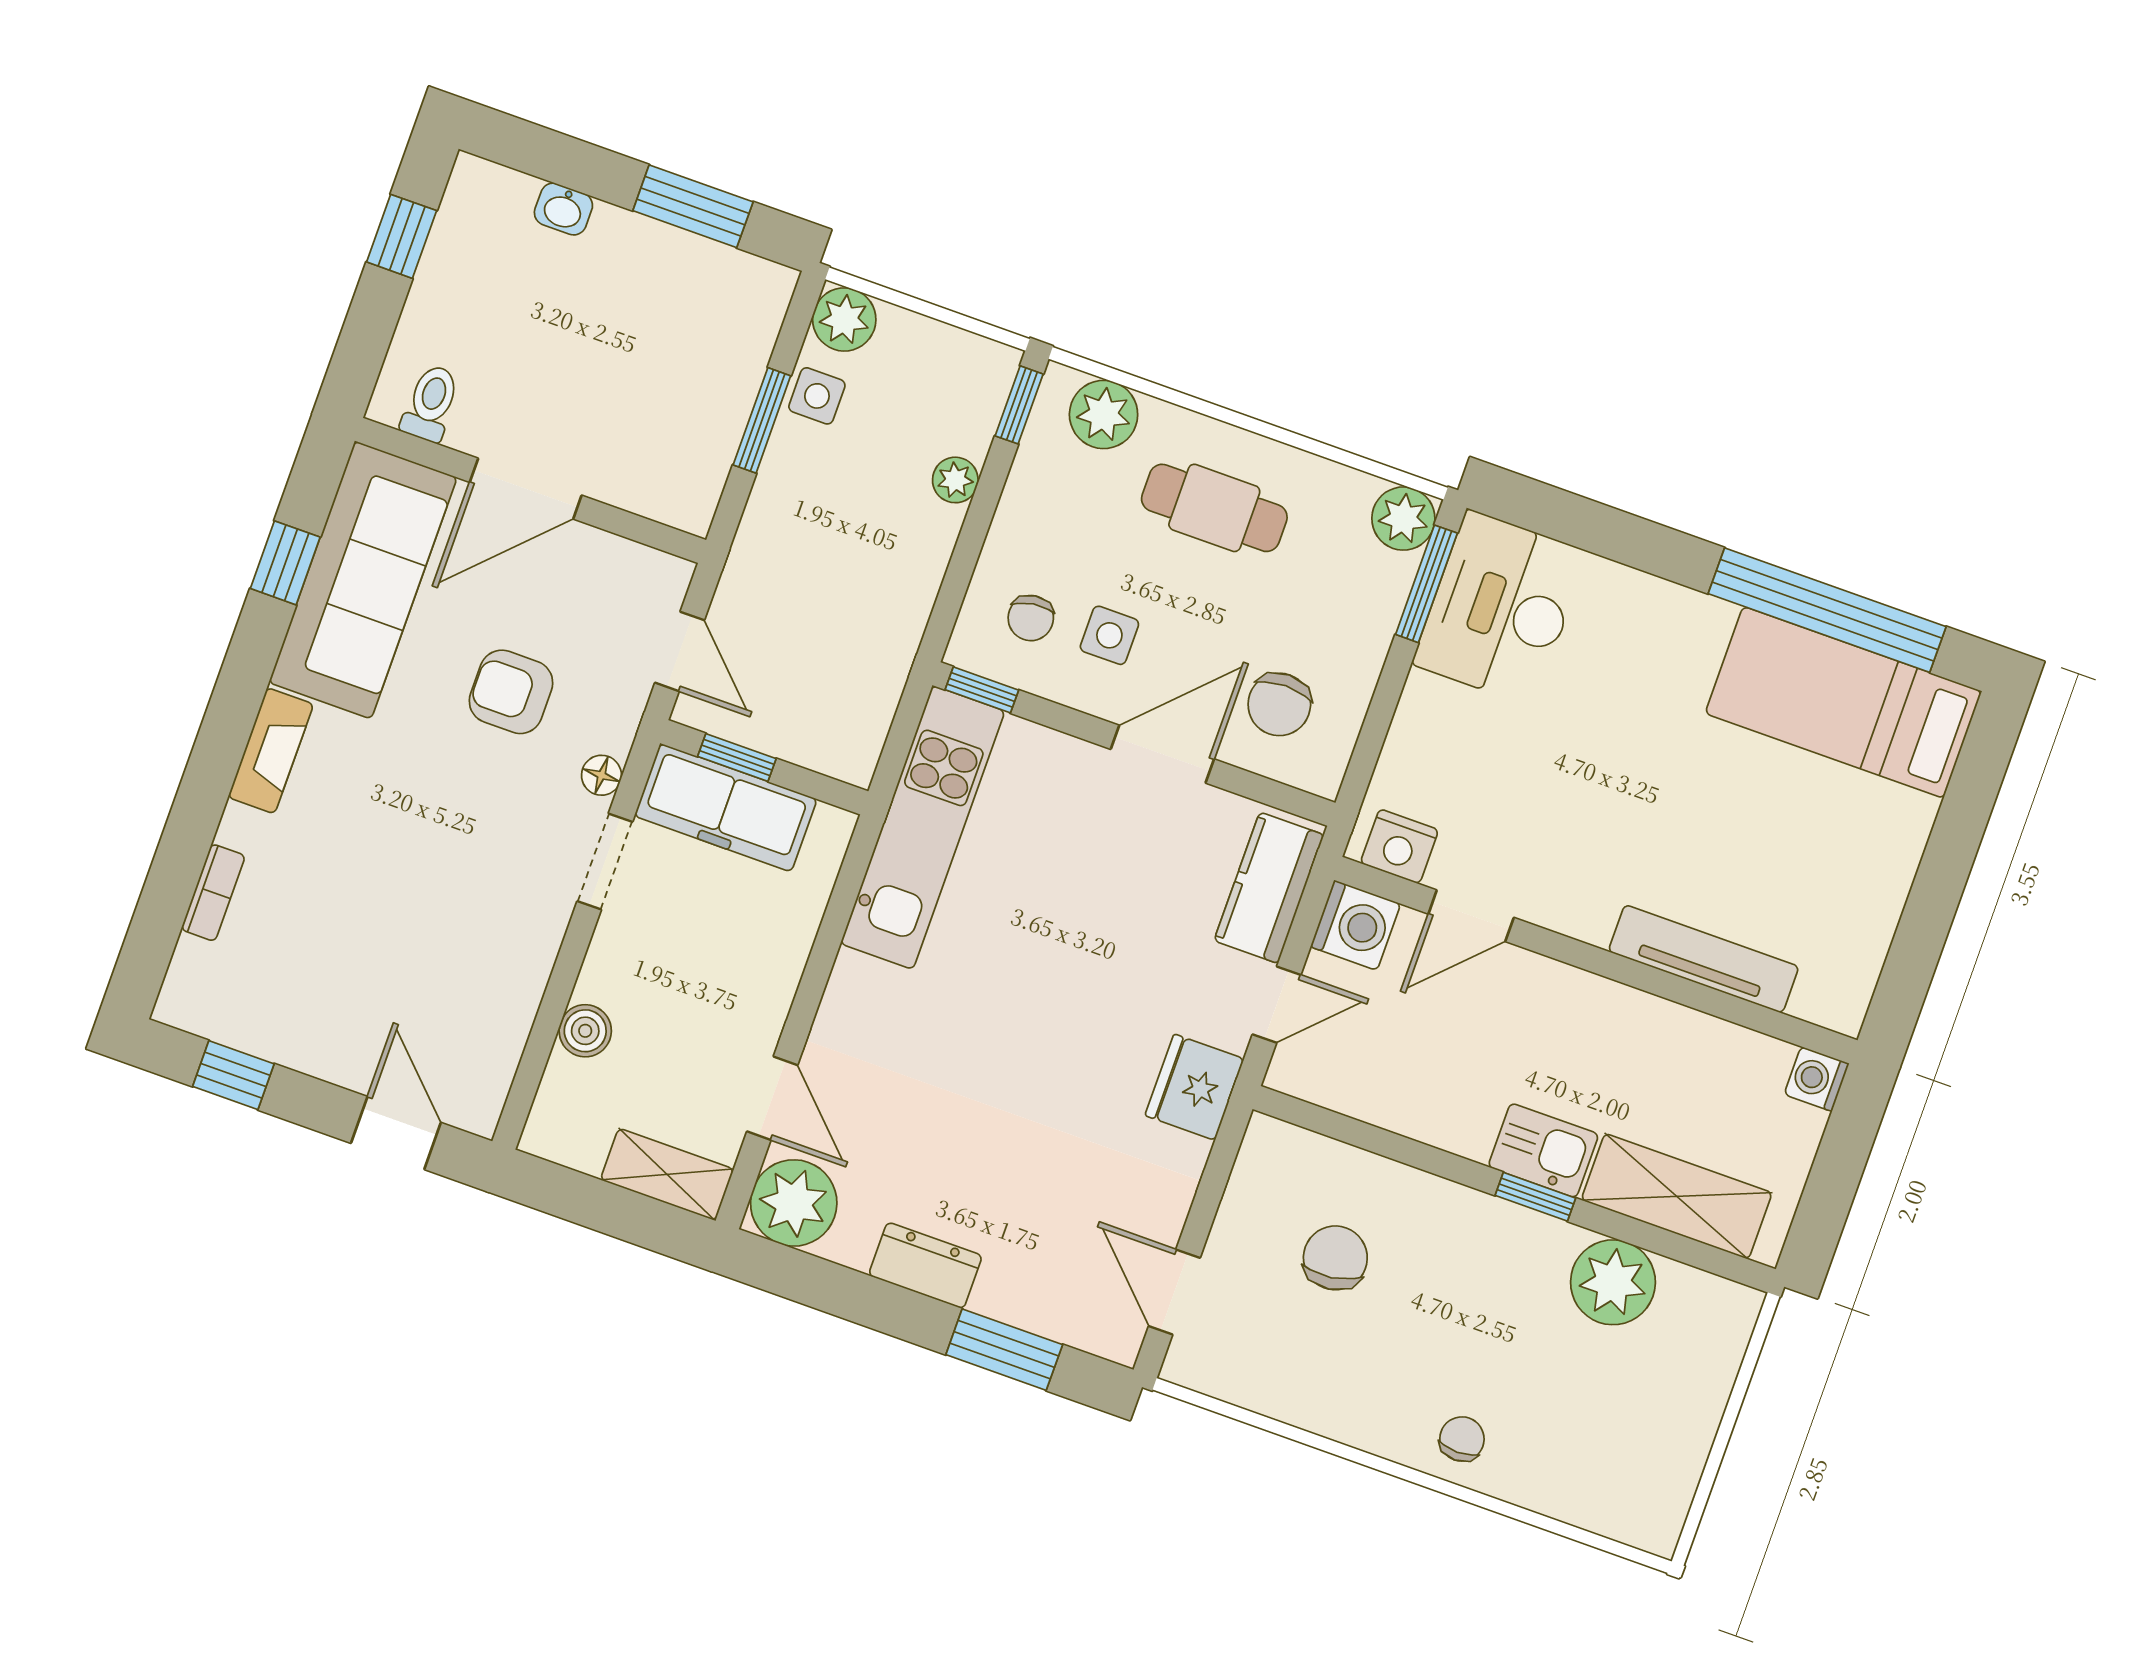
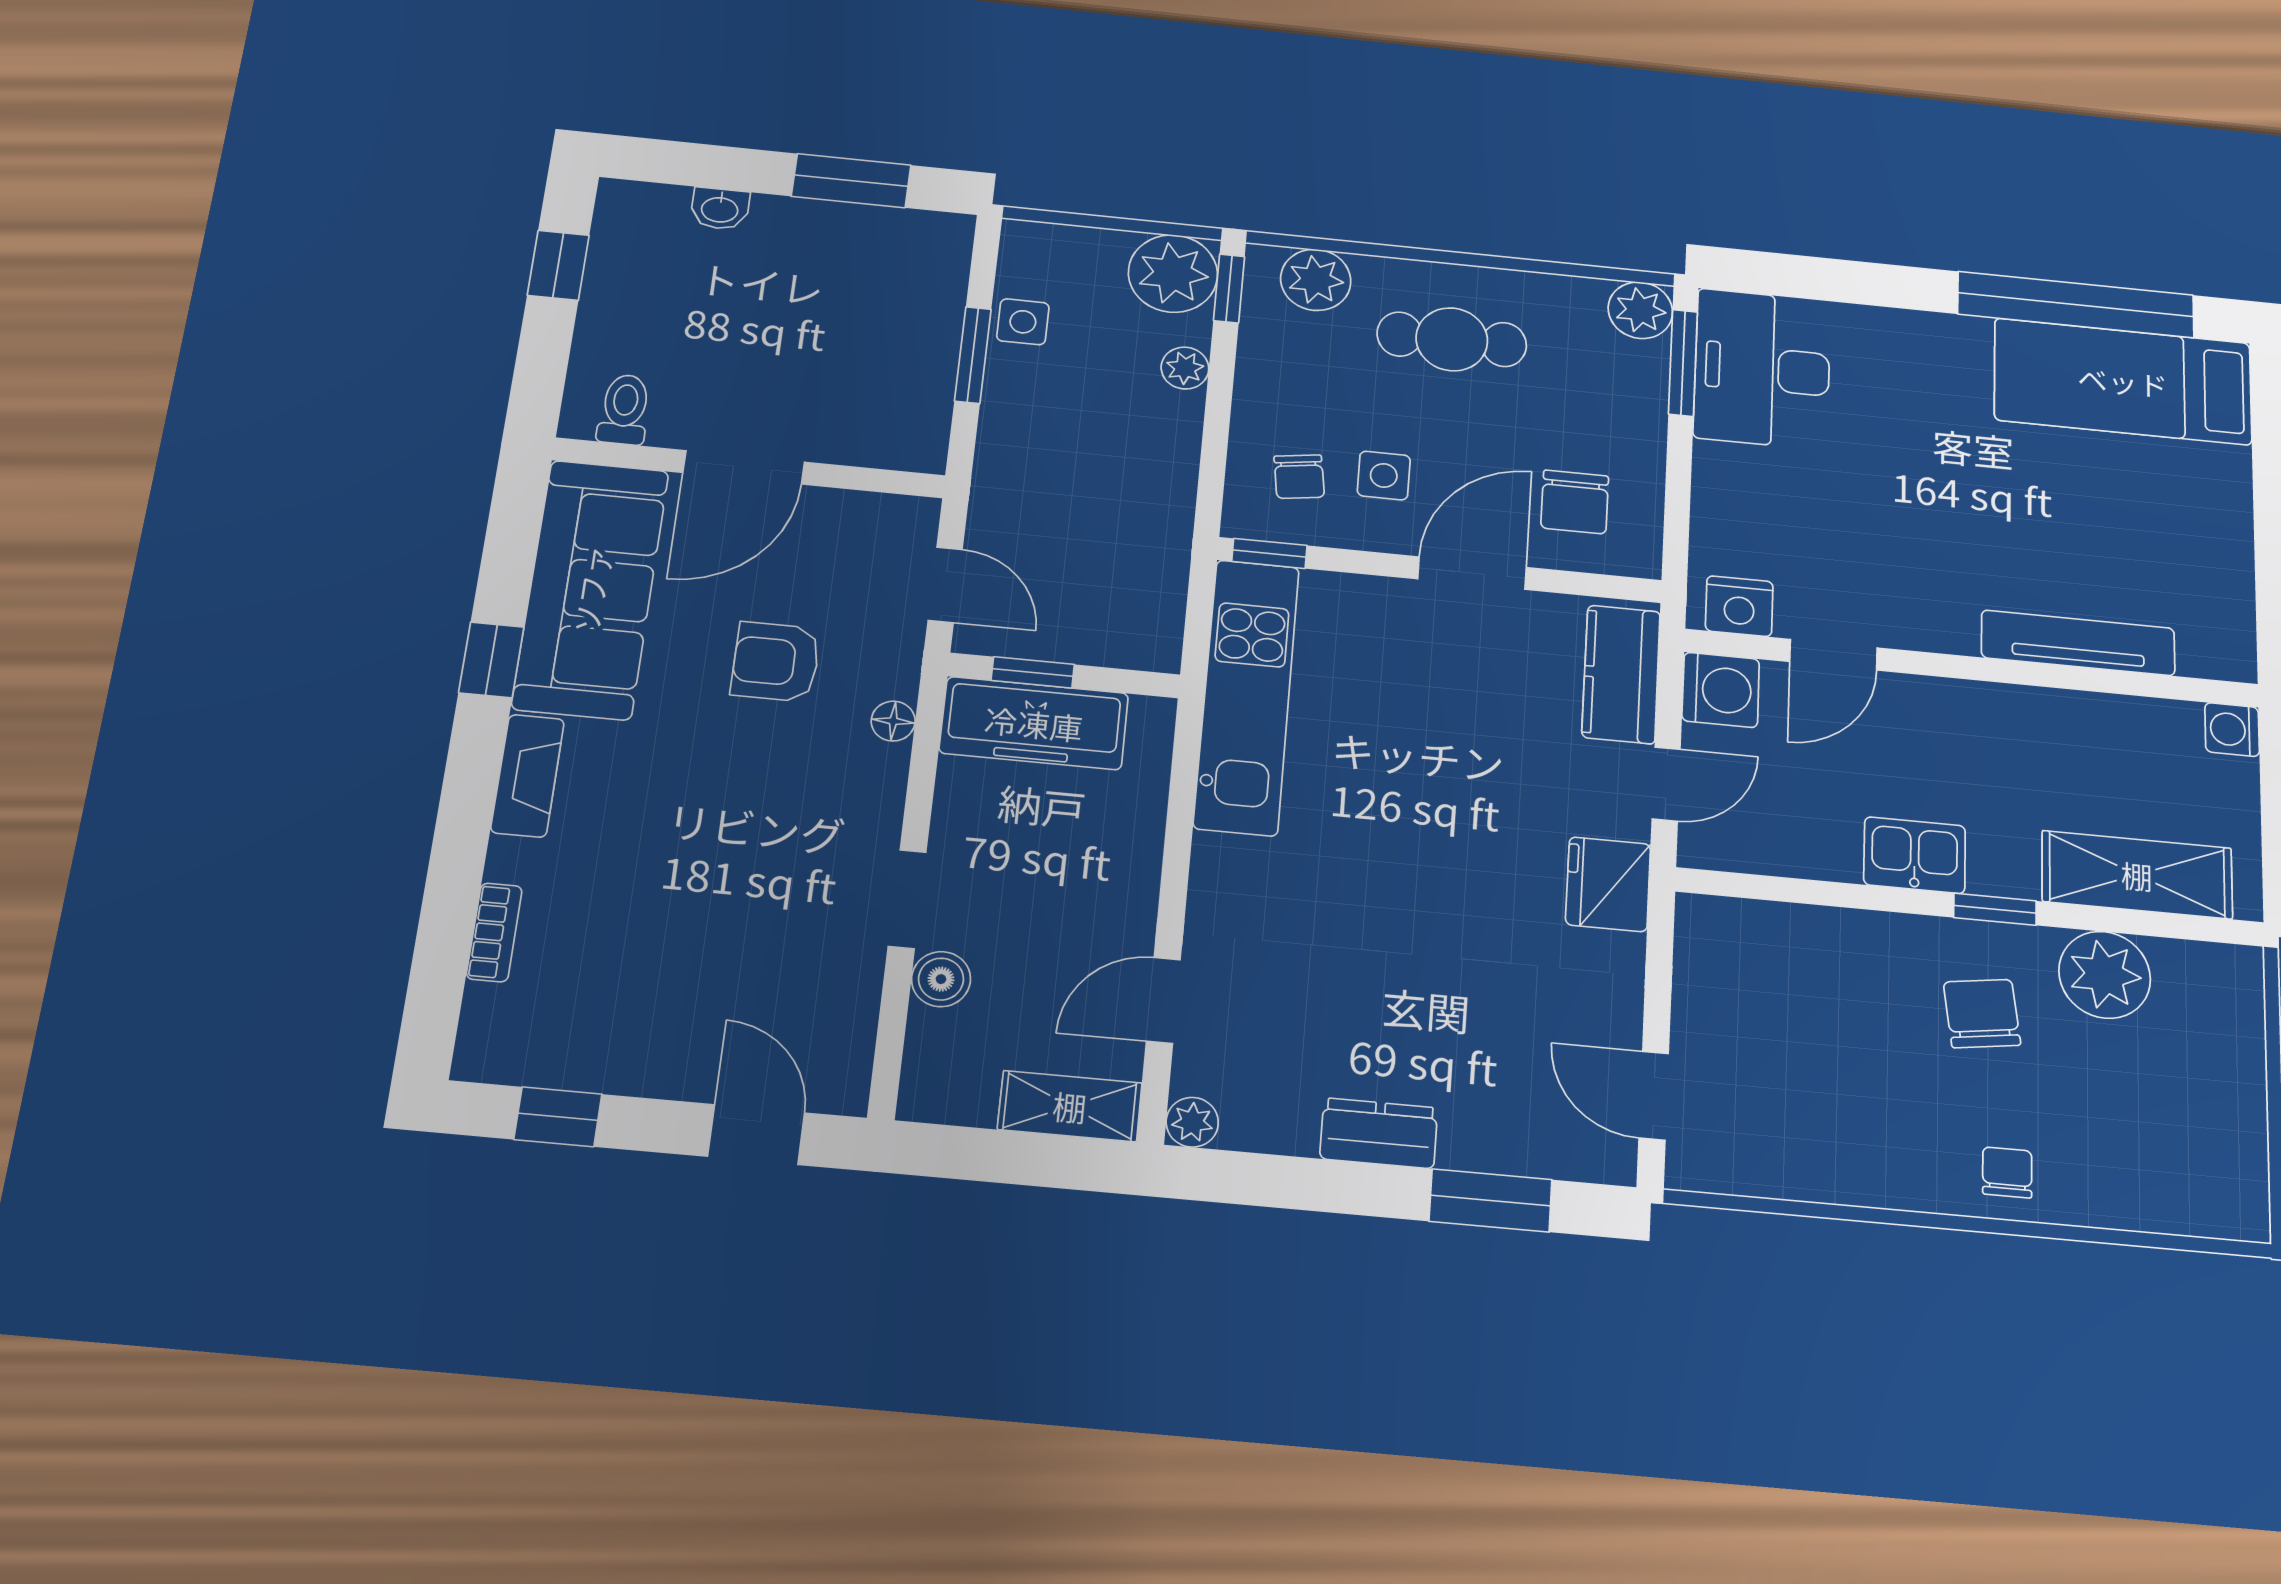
plant: (844, 319) -> (1173, 274), moved, width x1.36, depth x1.36
window: (285, 563) -> (491, 660), moved
doorway: (605, 862) -> (907, 899), moved
door: (772, 1098) -> (1163, 1000), swing flipped
kitchen sink: (1543, 1150) -> (1915, 855), moved
plant: (794, 1203) -> (1192, 1122), width x0.53, depth x0.53
chair: (1335, 1258) -> (1982, 1014), moved

